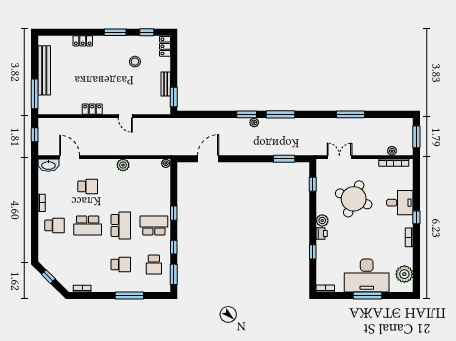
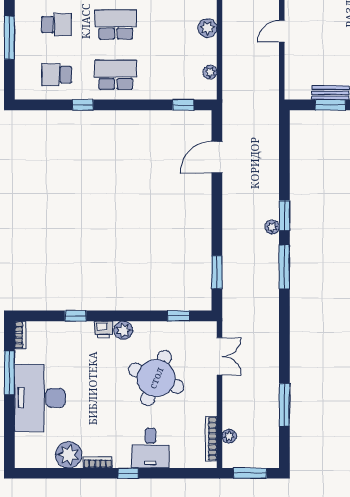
window: (174, 97) -> (330, 105), moved
window: (350, 114) -> (284, 405), moved
door: (208, 159) -> (217, 157), swing flipped
plant: (166, 163) -> (210, 72), moved
window: (174, 213) -> (183, 105), moved
school desk: (121, 225) -> (116, 25), turned 180
school desk: (154, 225) -> (116, 75), turned -90
school desk: (121, 264) -> (57, 25), turned -90
window: (174, 274) -> (41, 105), removed
plant: (404, 274) -> (69, 455), moved
window: (368, 296) -> (9, 373), moved

